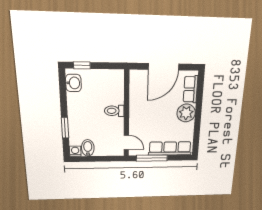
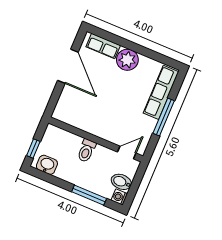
toilet: (114, 111) -> (86, 151), moved
wall: (126, 114) -> (96, 139), moved
window: (65, 128) -> (89, 195), width x1.44
door: (126, 142) -> (127, 152), moved

